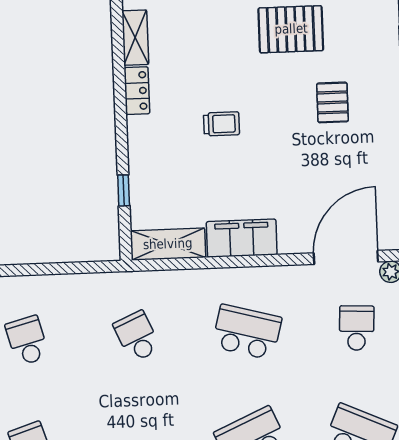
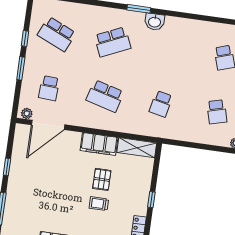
pallet: (332, 102) -> (102, 179), moved
window: (124, 190) -> (151, 200), moved
school desk: (137, 336) -> (161, 104), turned 36

